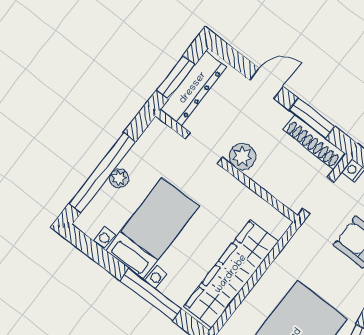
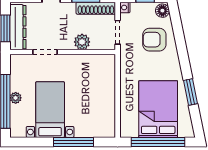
plant: (242, 157) -> (82, 42), moved
wardrobe: (231, 274) -> (105, 102), removed

